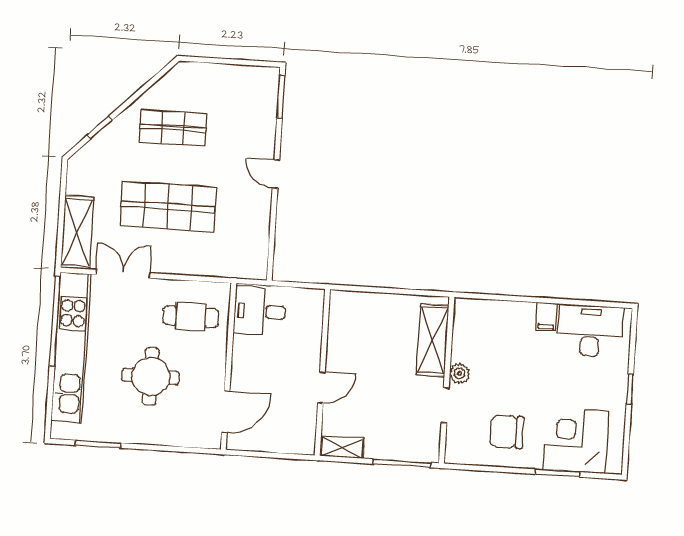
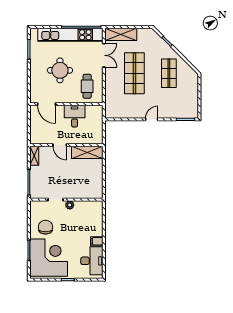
desk: (260, 311) -> (75, 116), moved
shelving: (432, 340) -> (87, 152), moved
corner desk: (576, 440) -> (49, 258), width x1.36, depth x1.36

